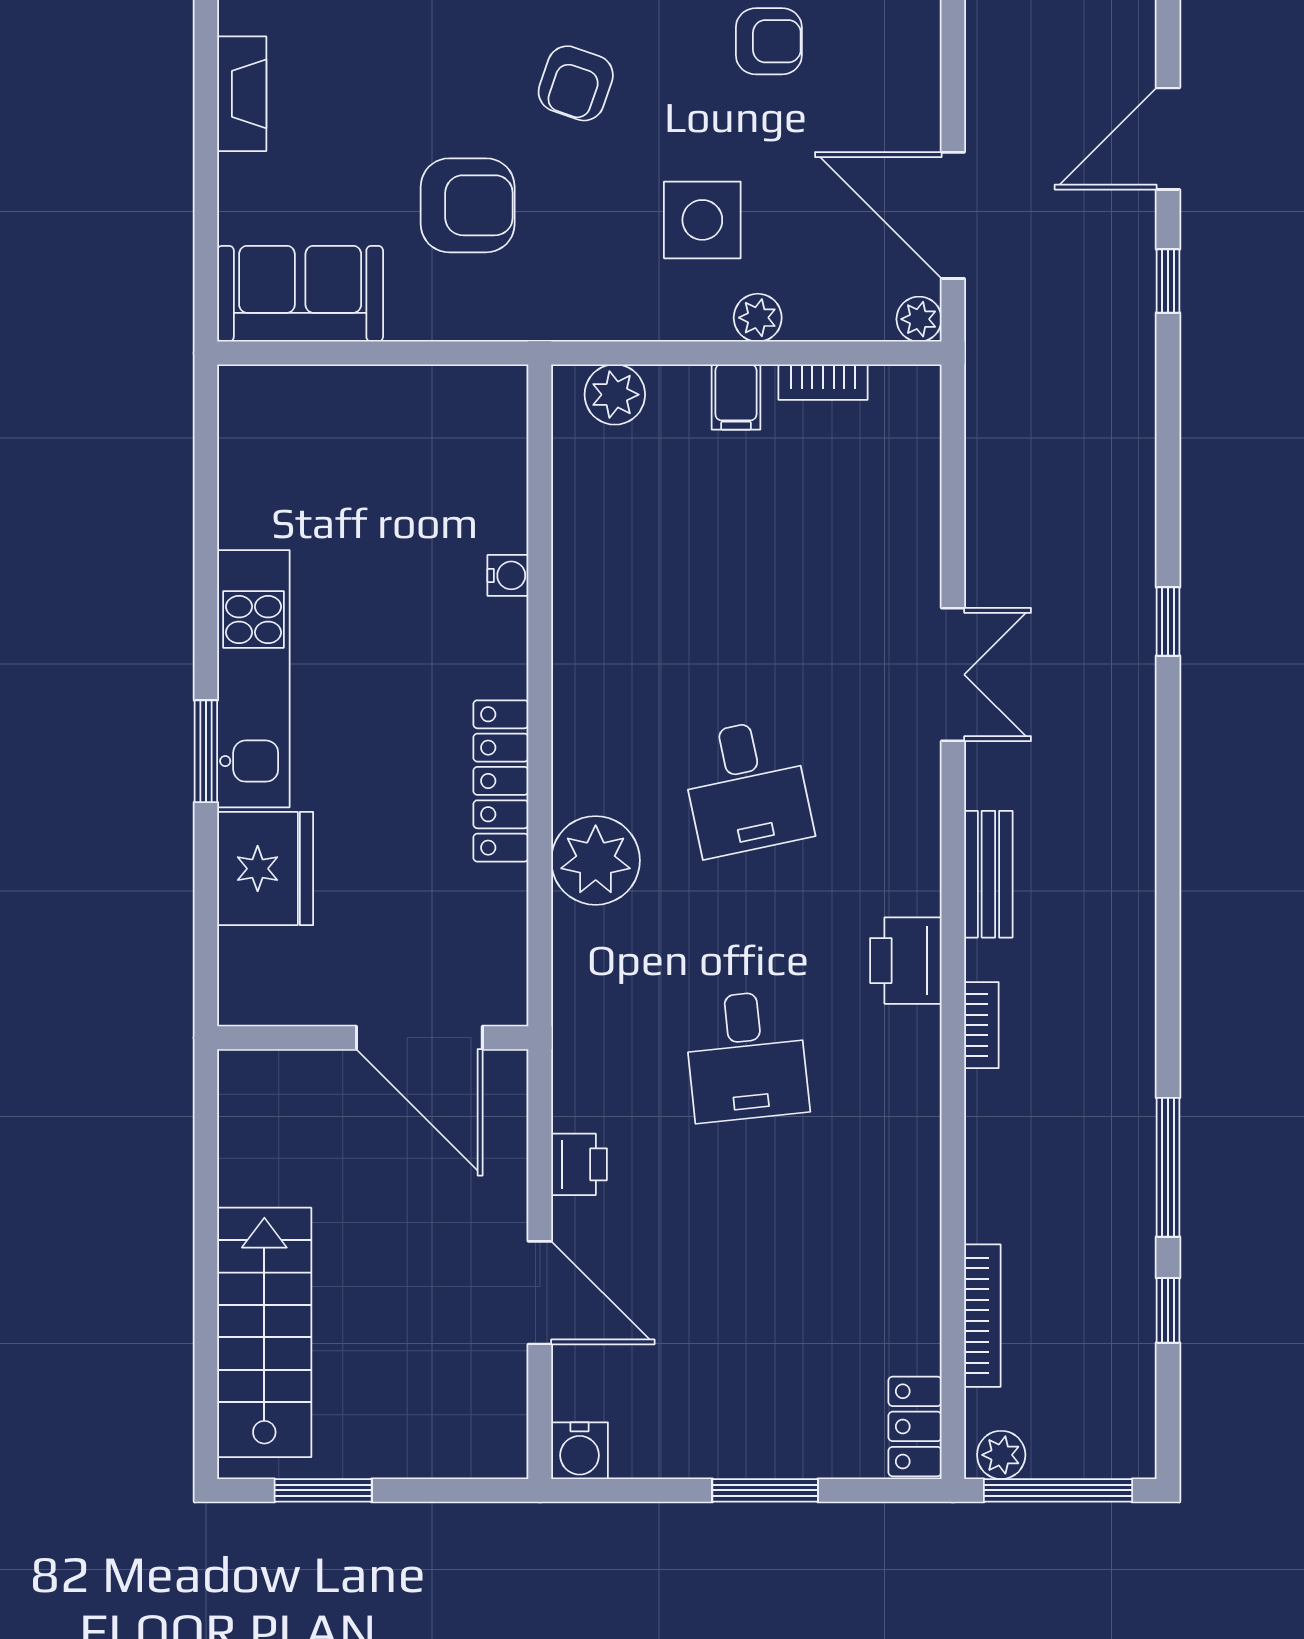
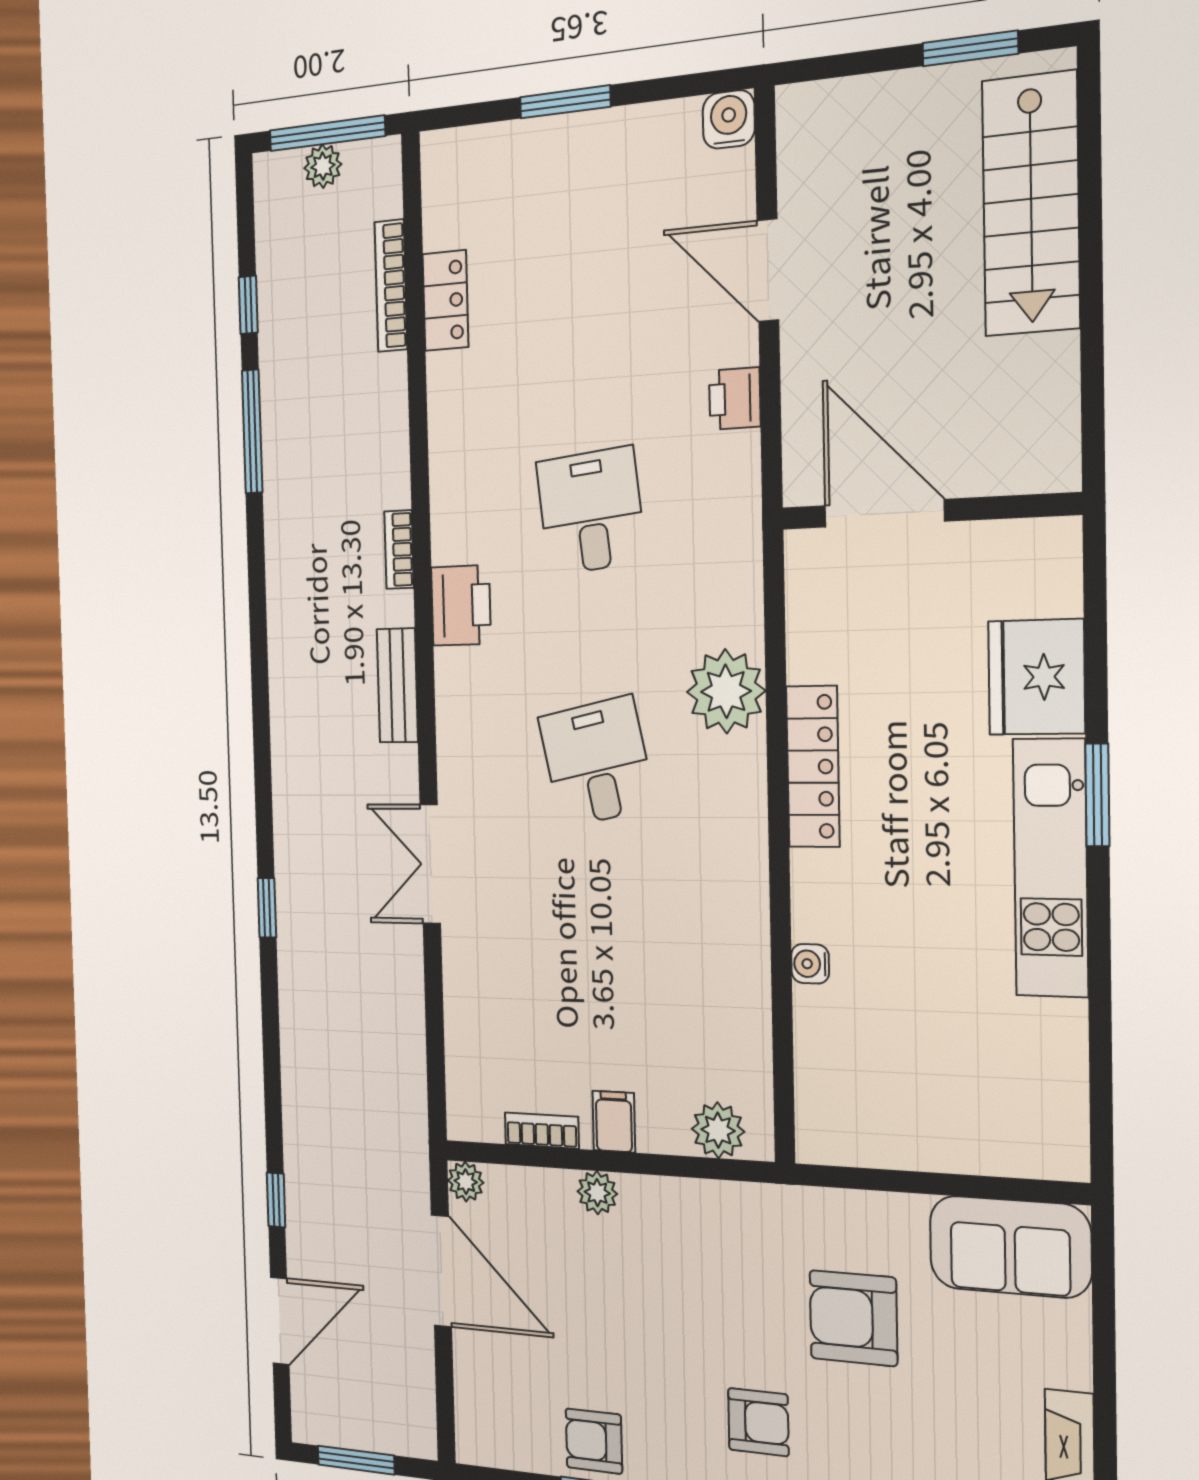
armchair: (576, 83) -> (758, 1422), turned 71
side table: (702, 220) -> (646, 1285), removed
locker: (915, 1426) -> (445, 300), moved
plant: (1001, 1455) -> (323, 166), moved

